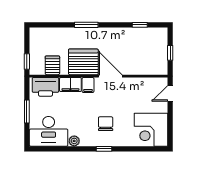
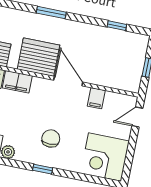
filing cabinet: (88, 85) -> (96, 98), moved

